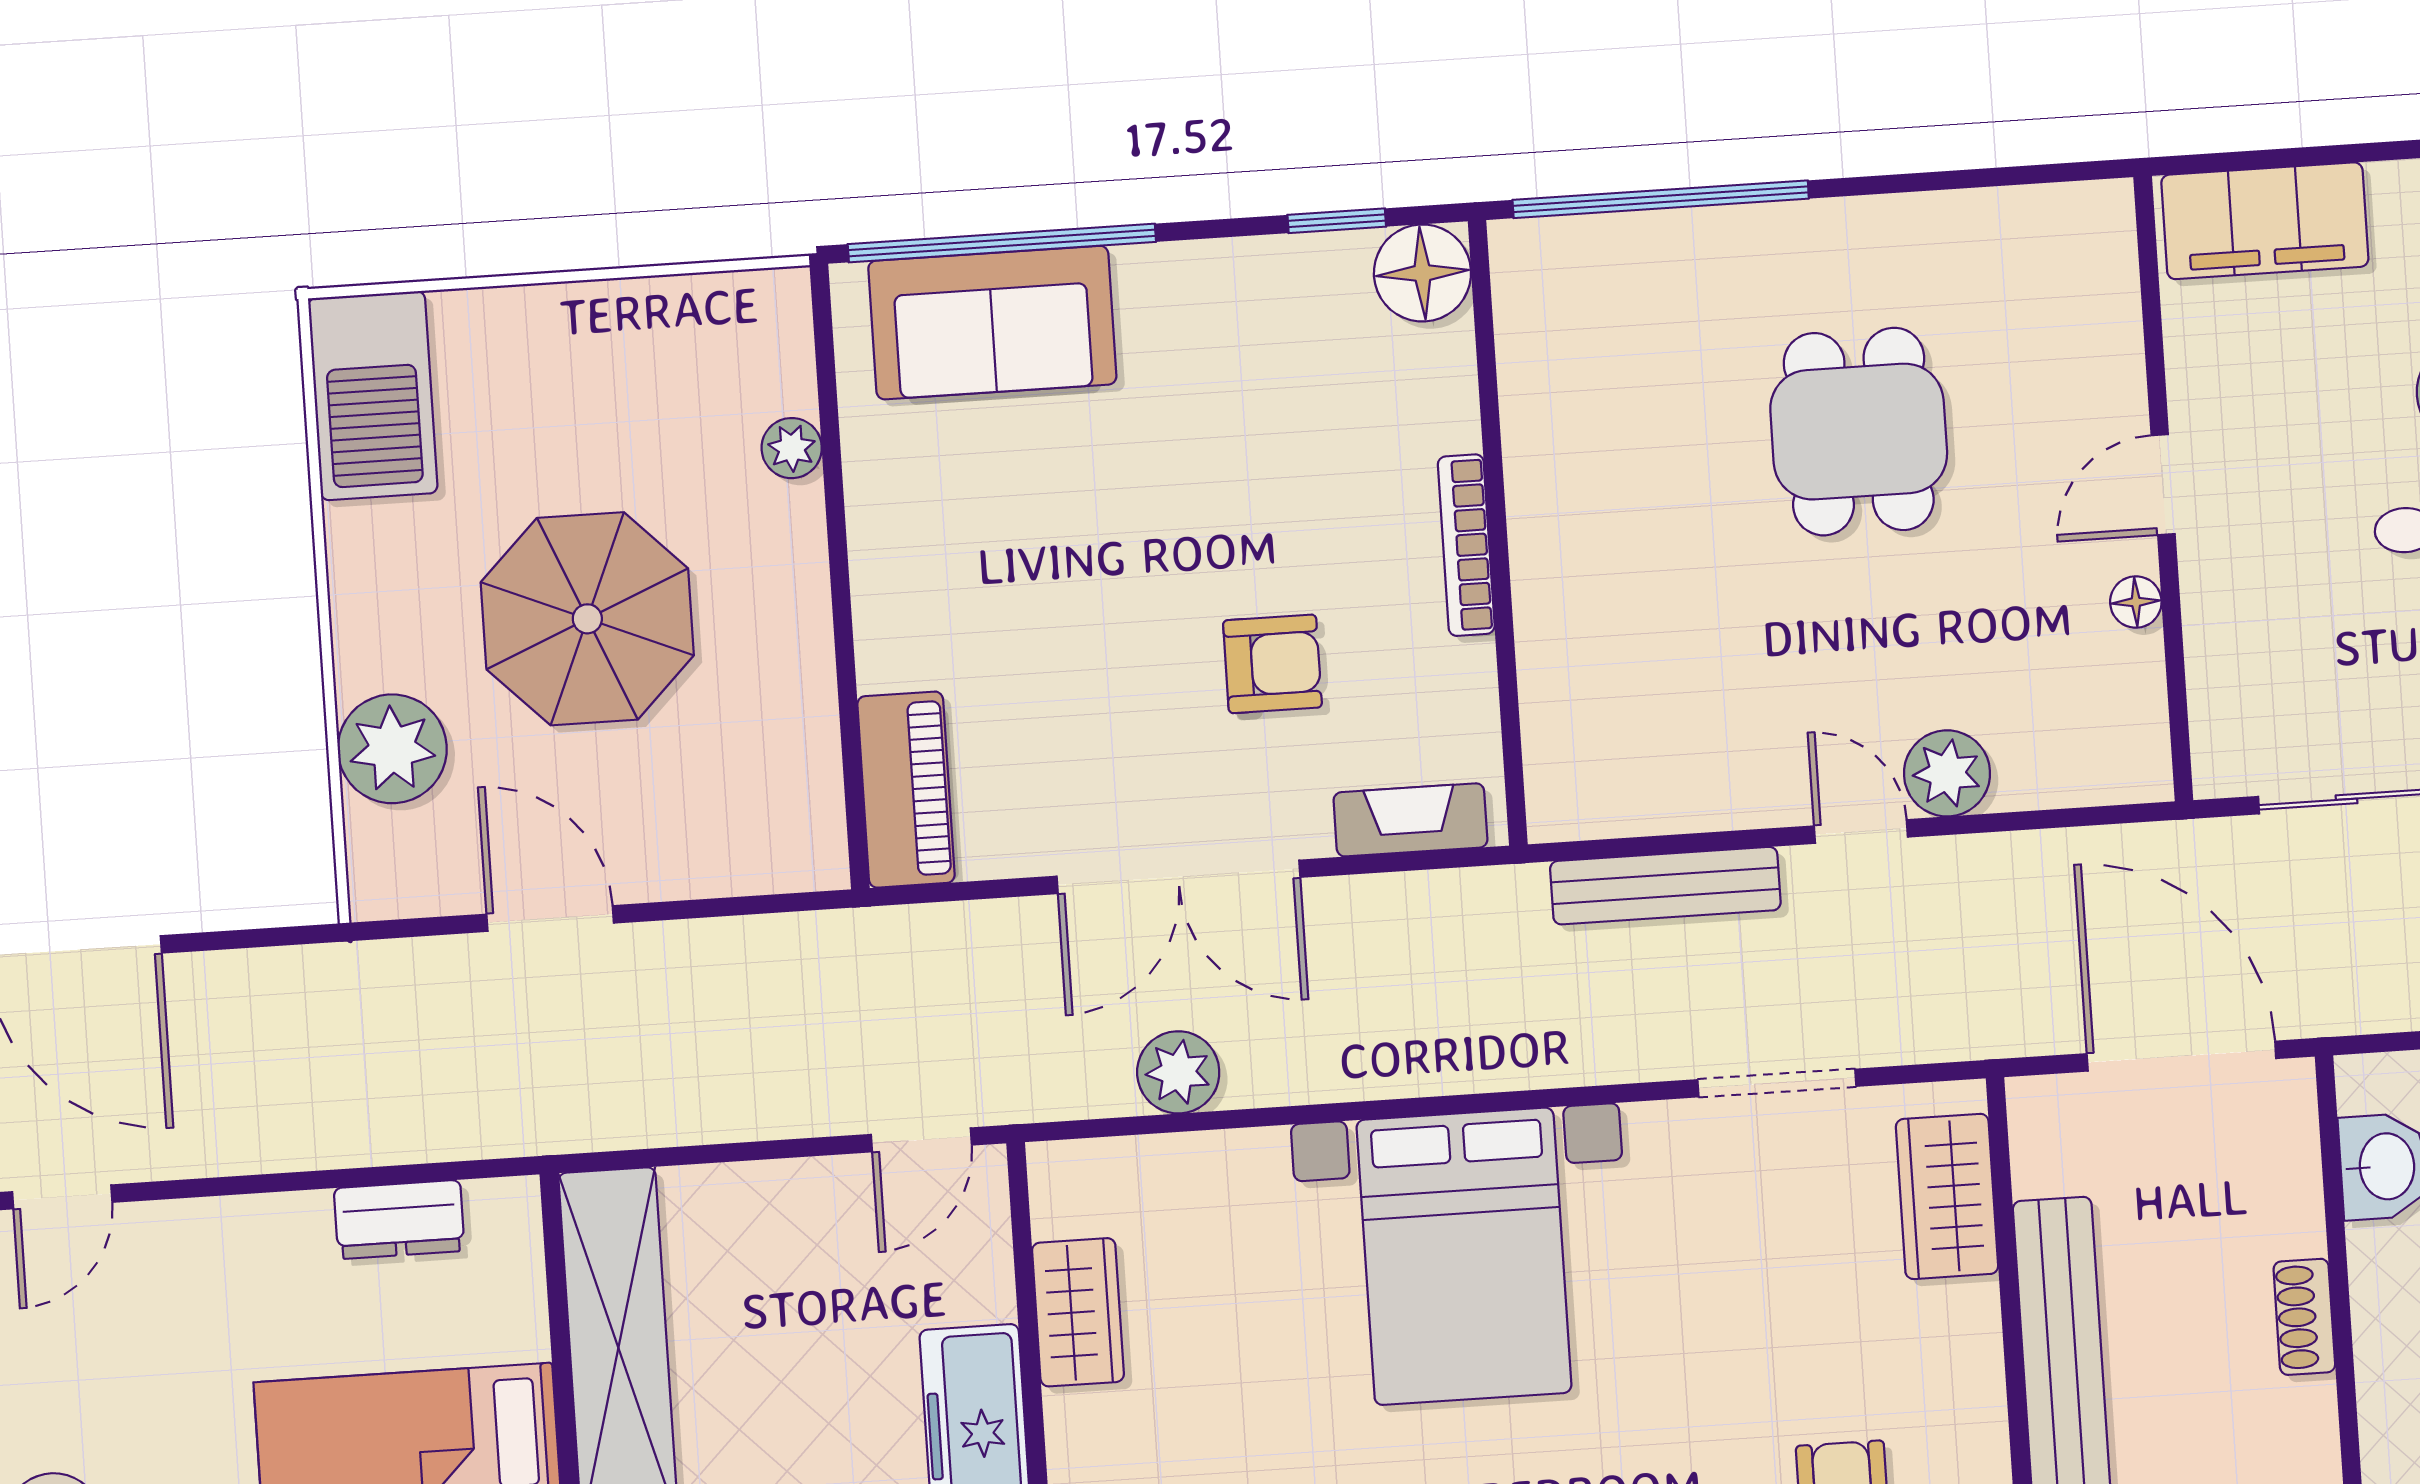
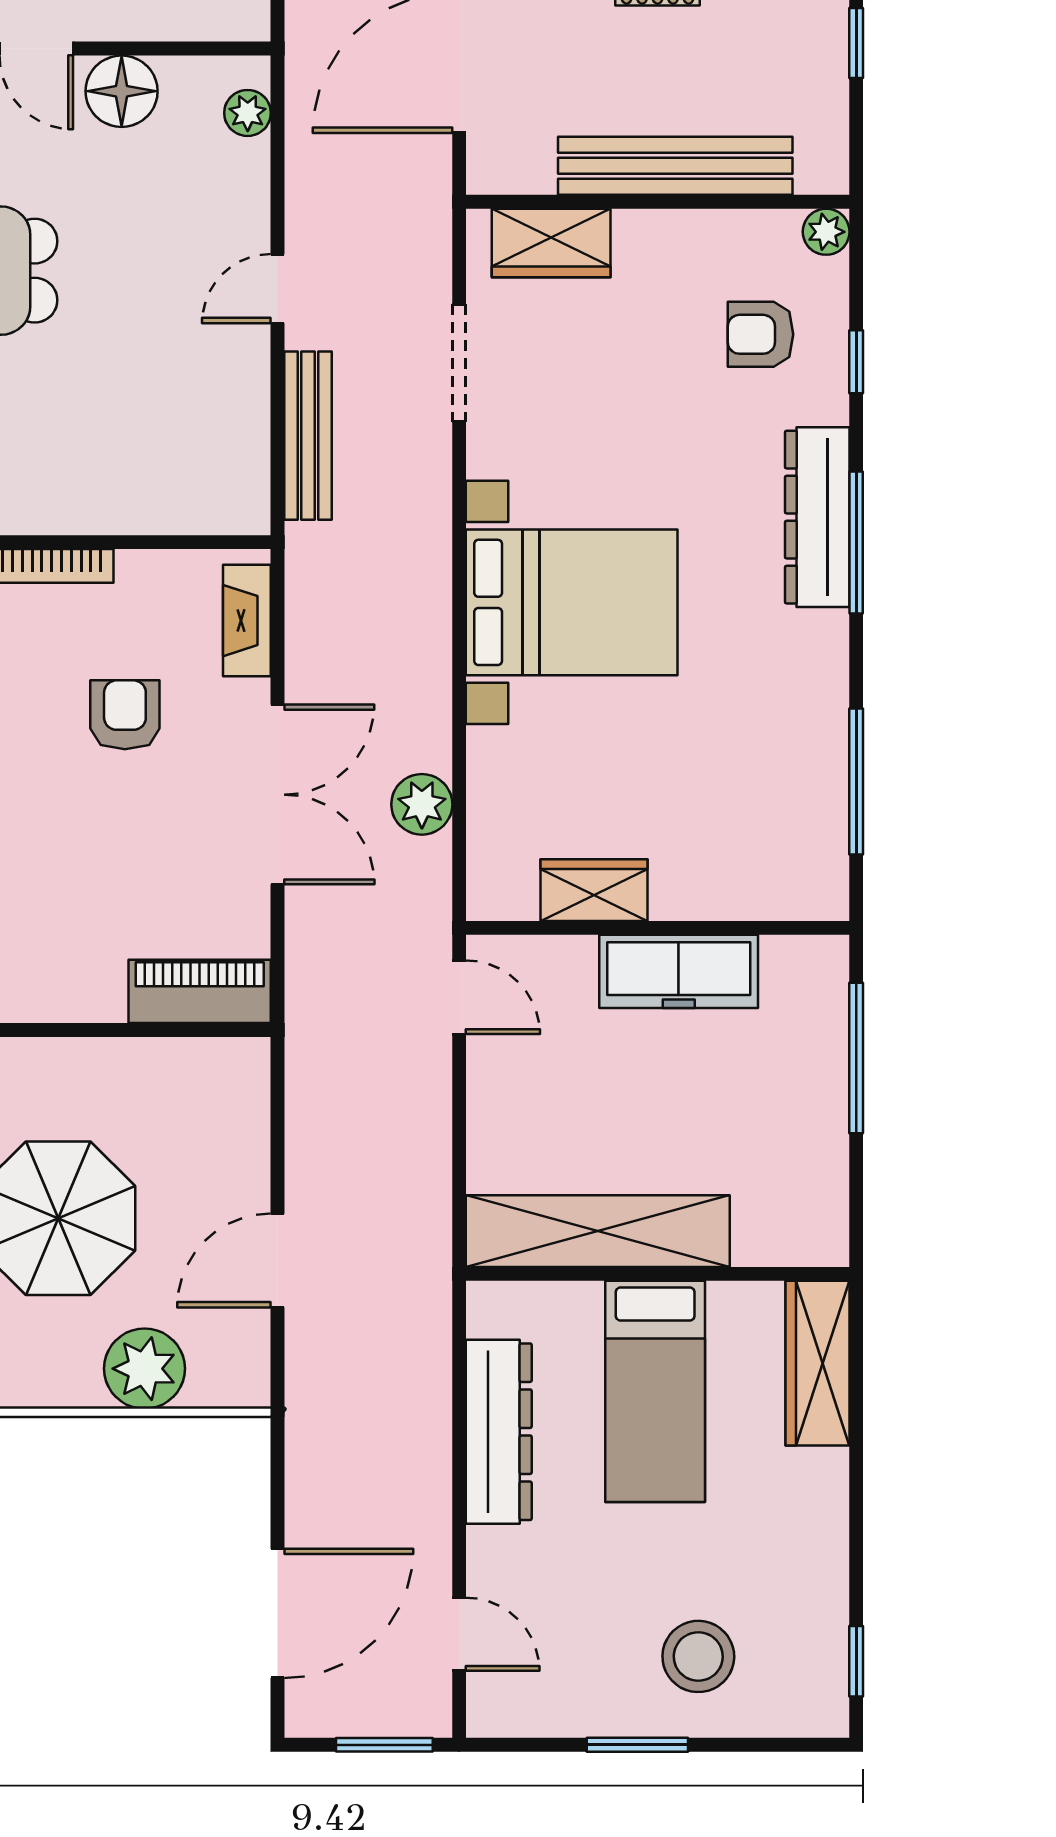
floor lamp: (2136, 602) -> (122, 91), width x1.89, depth x1.89
plant: (1947, 773) -> (248, 113), moved, width x0.73, depth x0.73
dresser: (399, 1219) -> (499, 1432), width x1.96, depth x1.24

